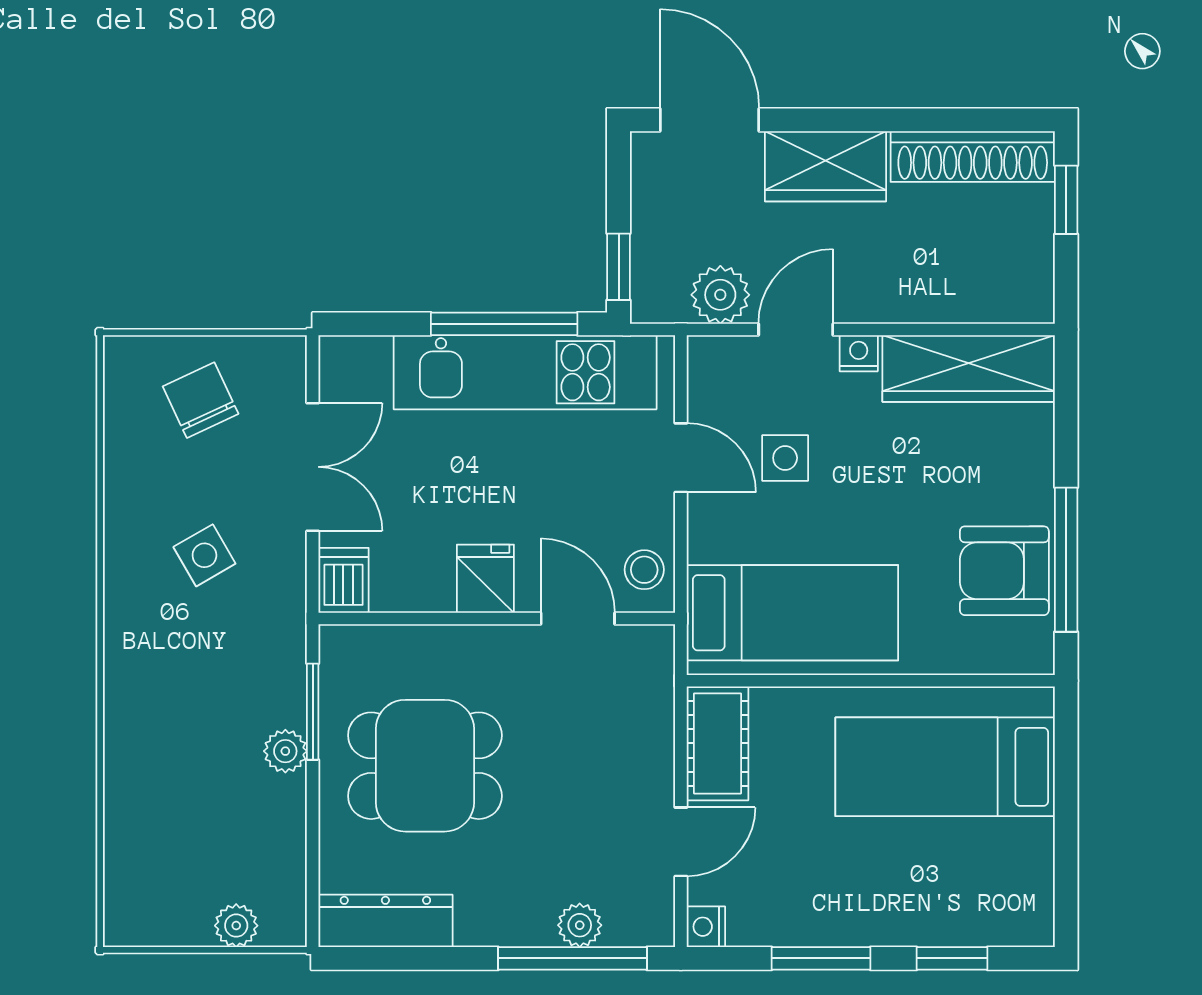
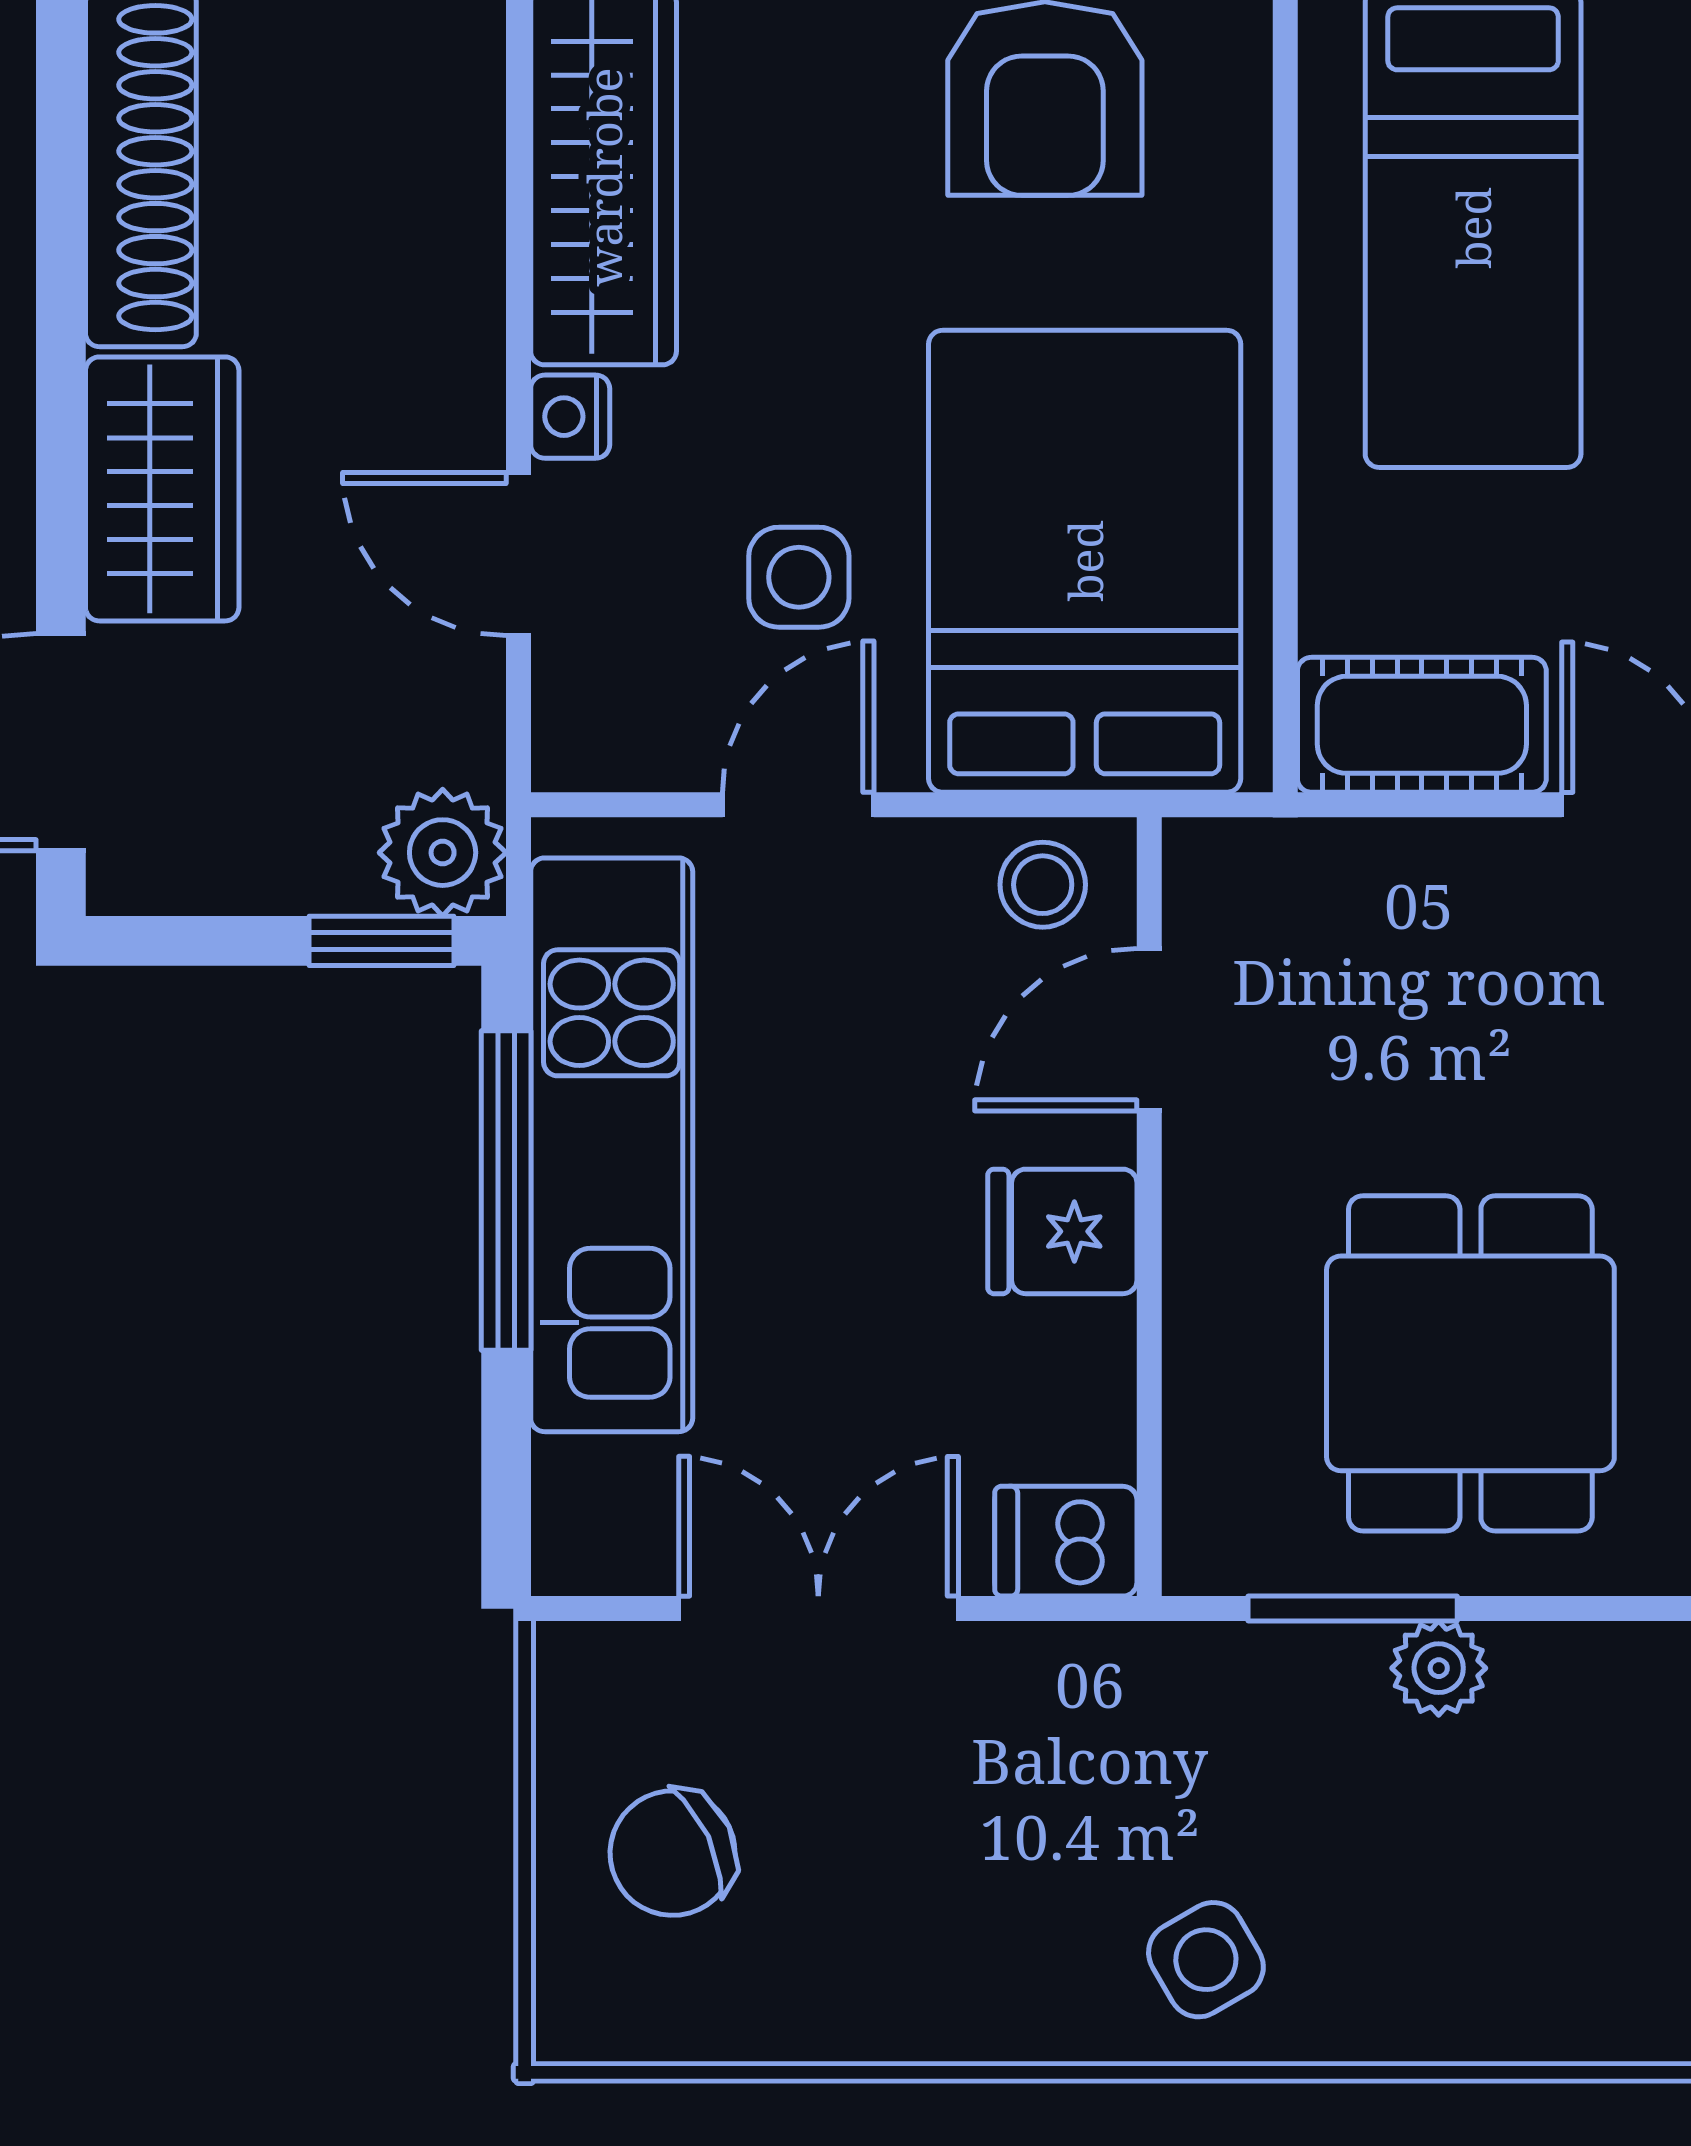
plant: (720, 295) -> (443, 853), moved
side table: (204, 555) -> (1206, 1960), moved
bed: (792, 613) -> (1085, 561), width x1.50

